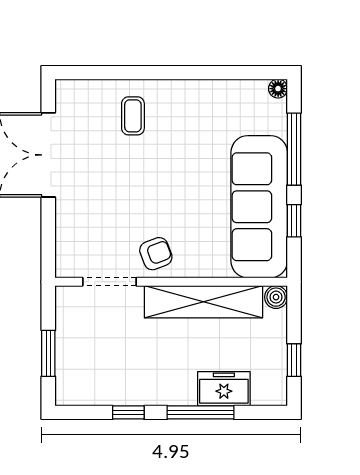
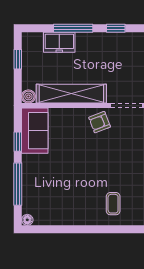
sofa: (259, 207) -> (35, 131), width x0.54, depth x0.79

